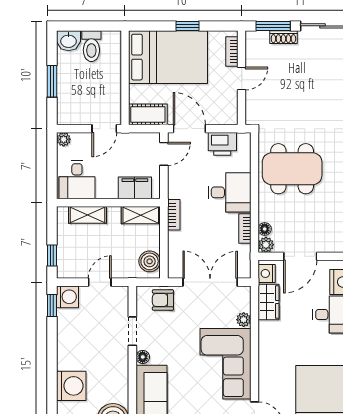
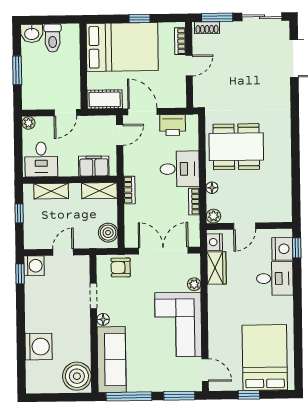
shoe rack: (283, 37) -> (207, 28), moved
floor lamp: (265, 229) -> (212, 188), moved
window: (52, 255) -> (19, 213), moved
door: (300, 256) -> (245, 226), width x0.73

